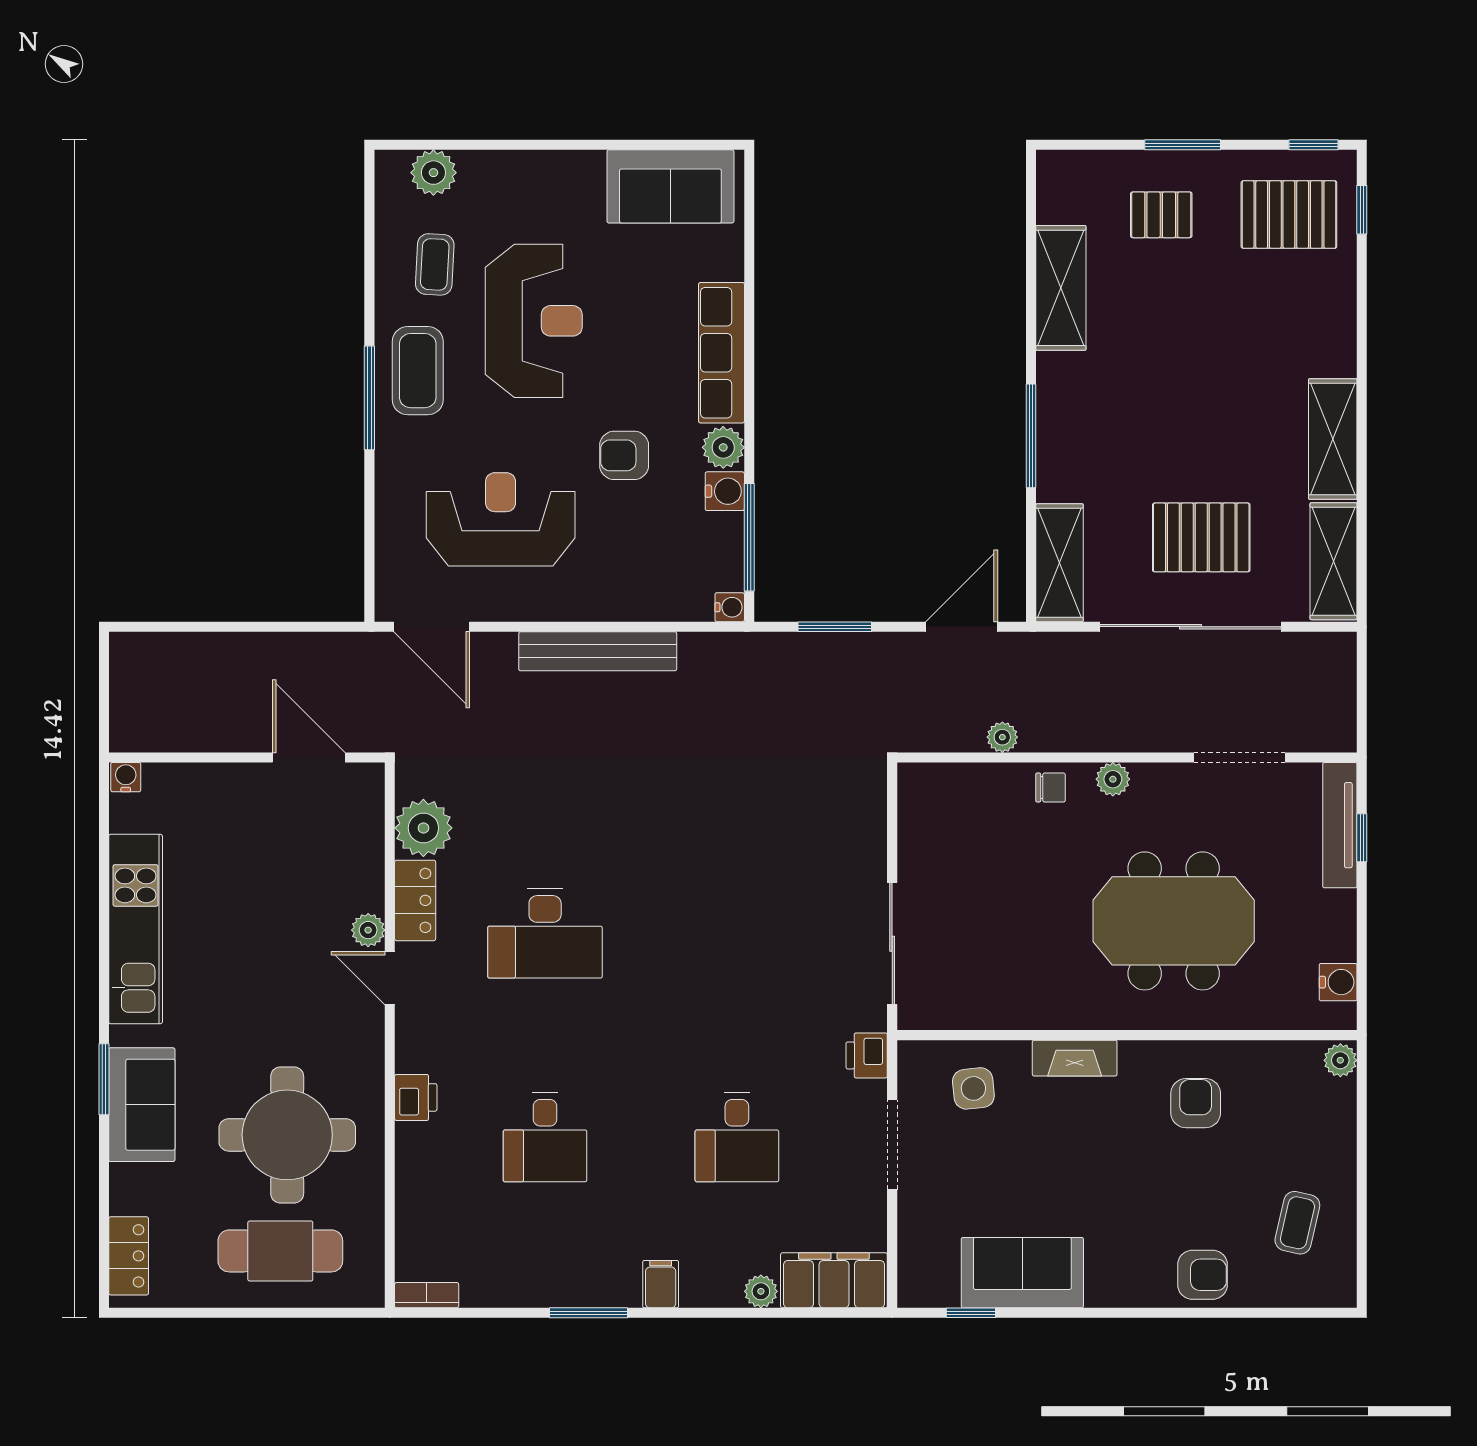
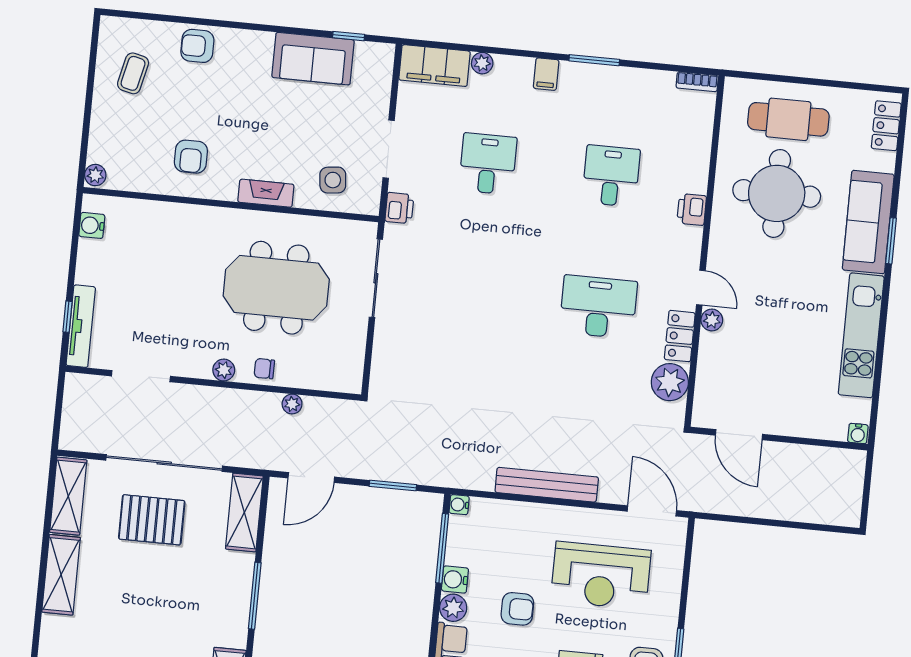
meeting table: (1174, 921) -> (276, 288), moved
sofa: (142, 1105) -> (868, 222), width x1.36

